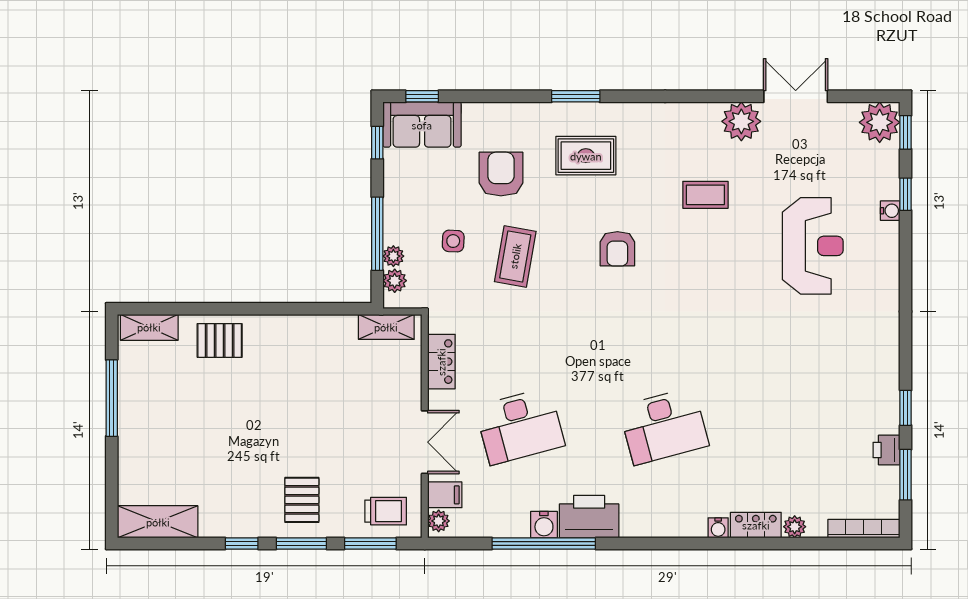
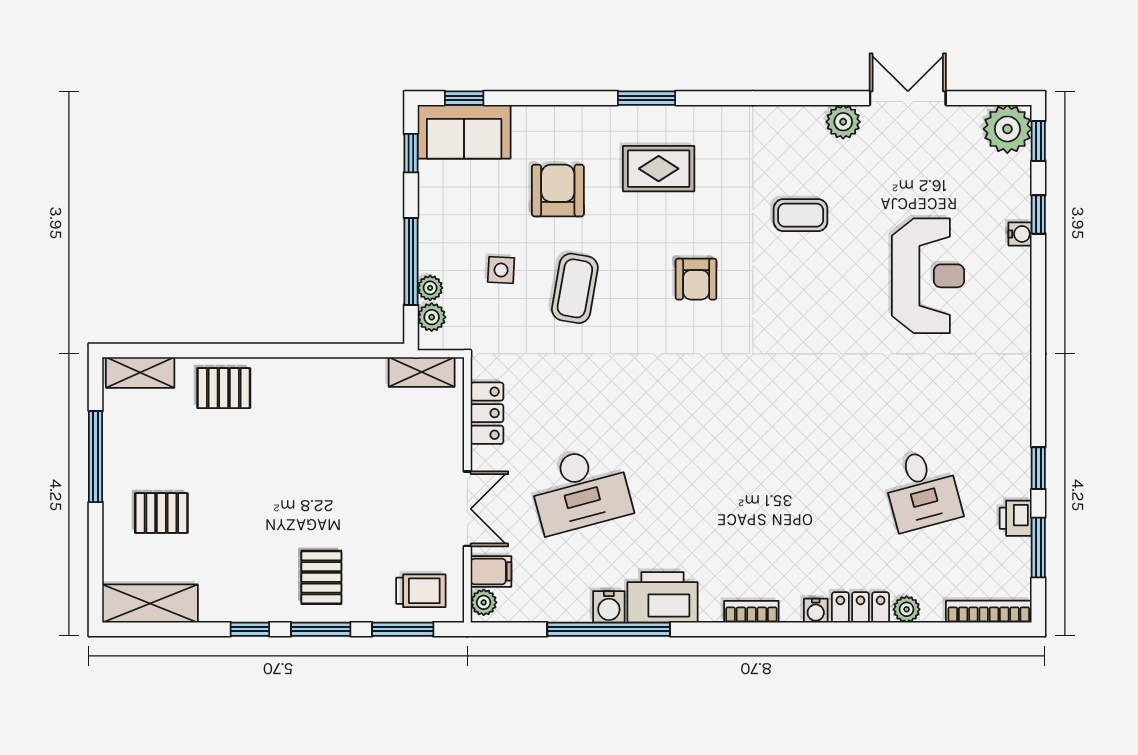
plant: (741, 121) -> (843, 122), width x0.73, depth x0.73
desk: (664, 426) -> (922, 490), moved, width x0.73
pallet: (167, 446) -> (161, 513), added
bookcase: (664, 529) -> (751, 612), added

